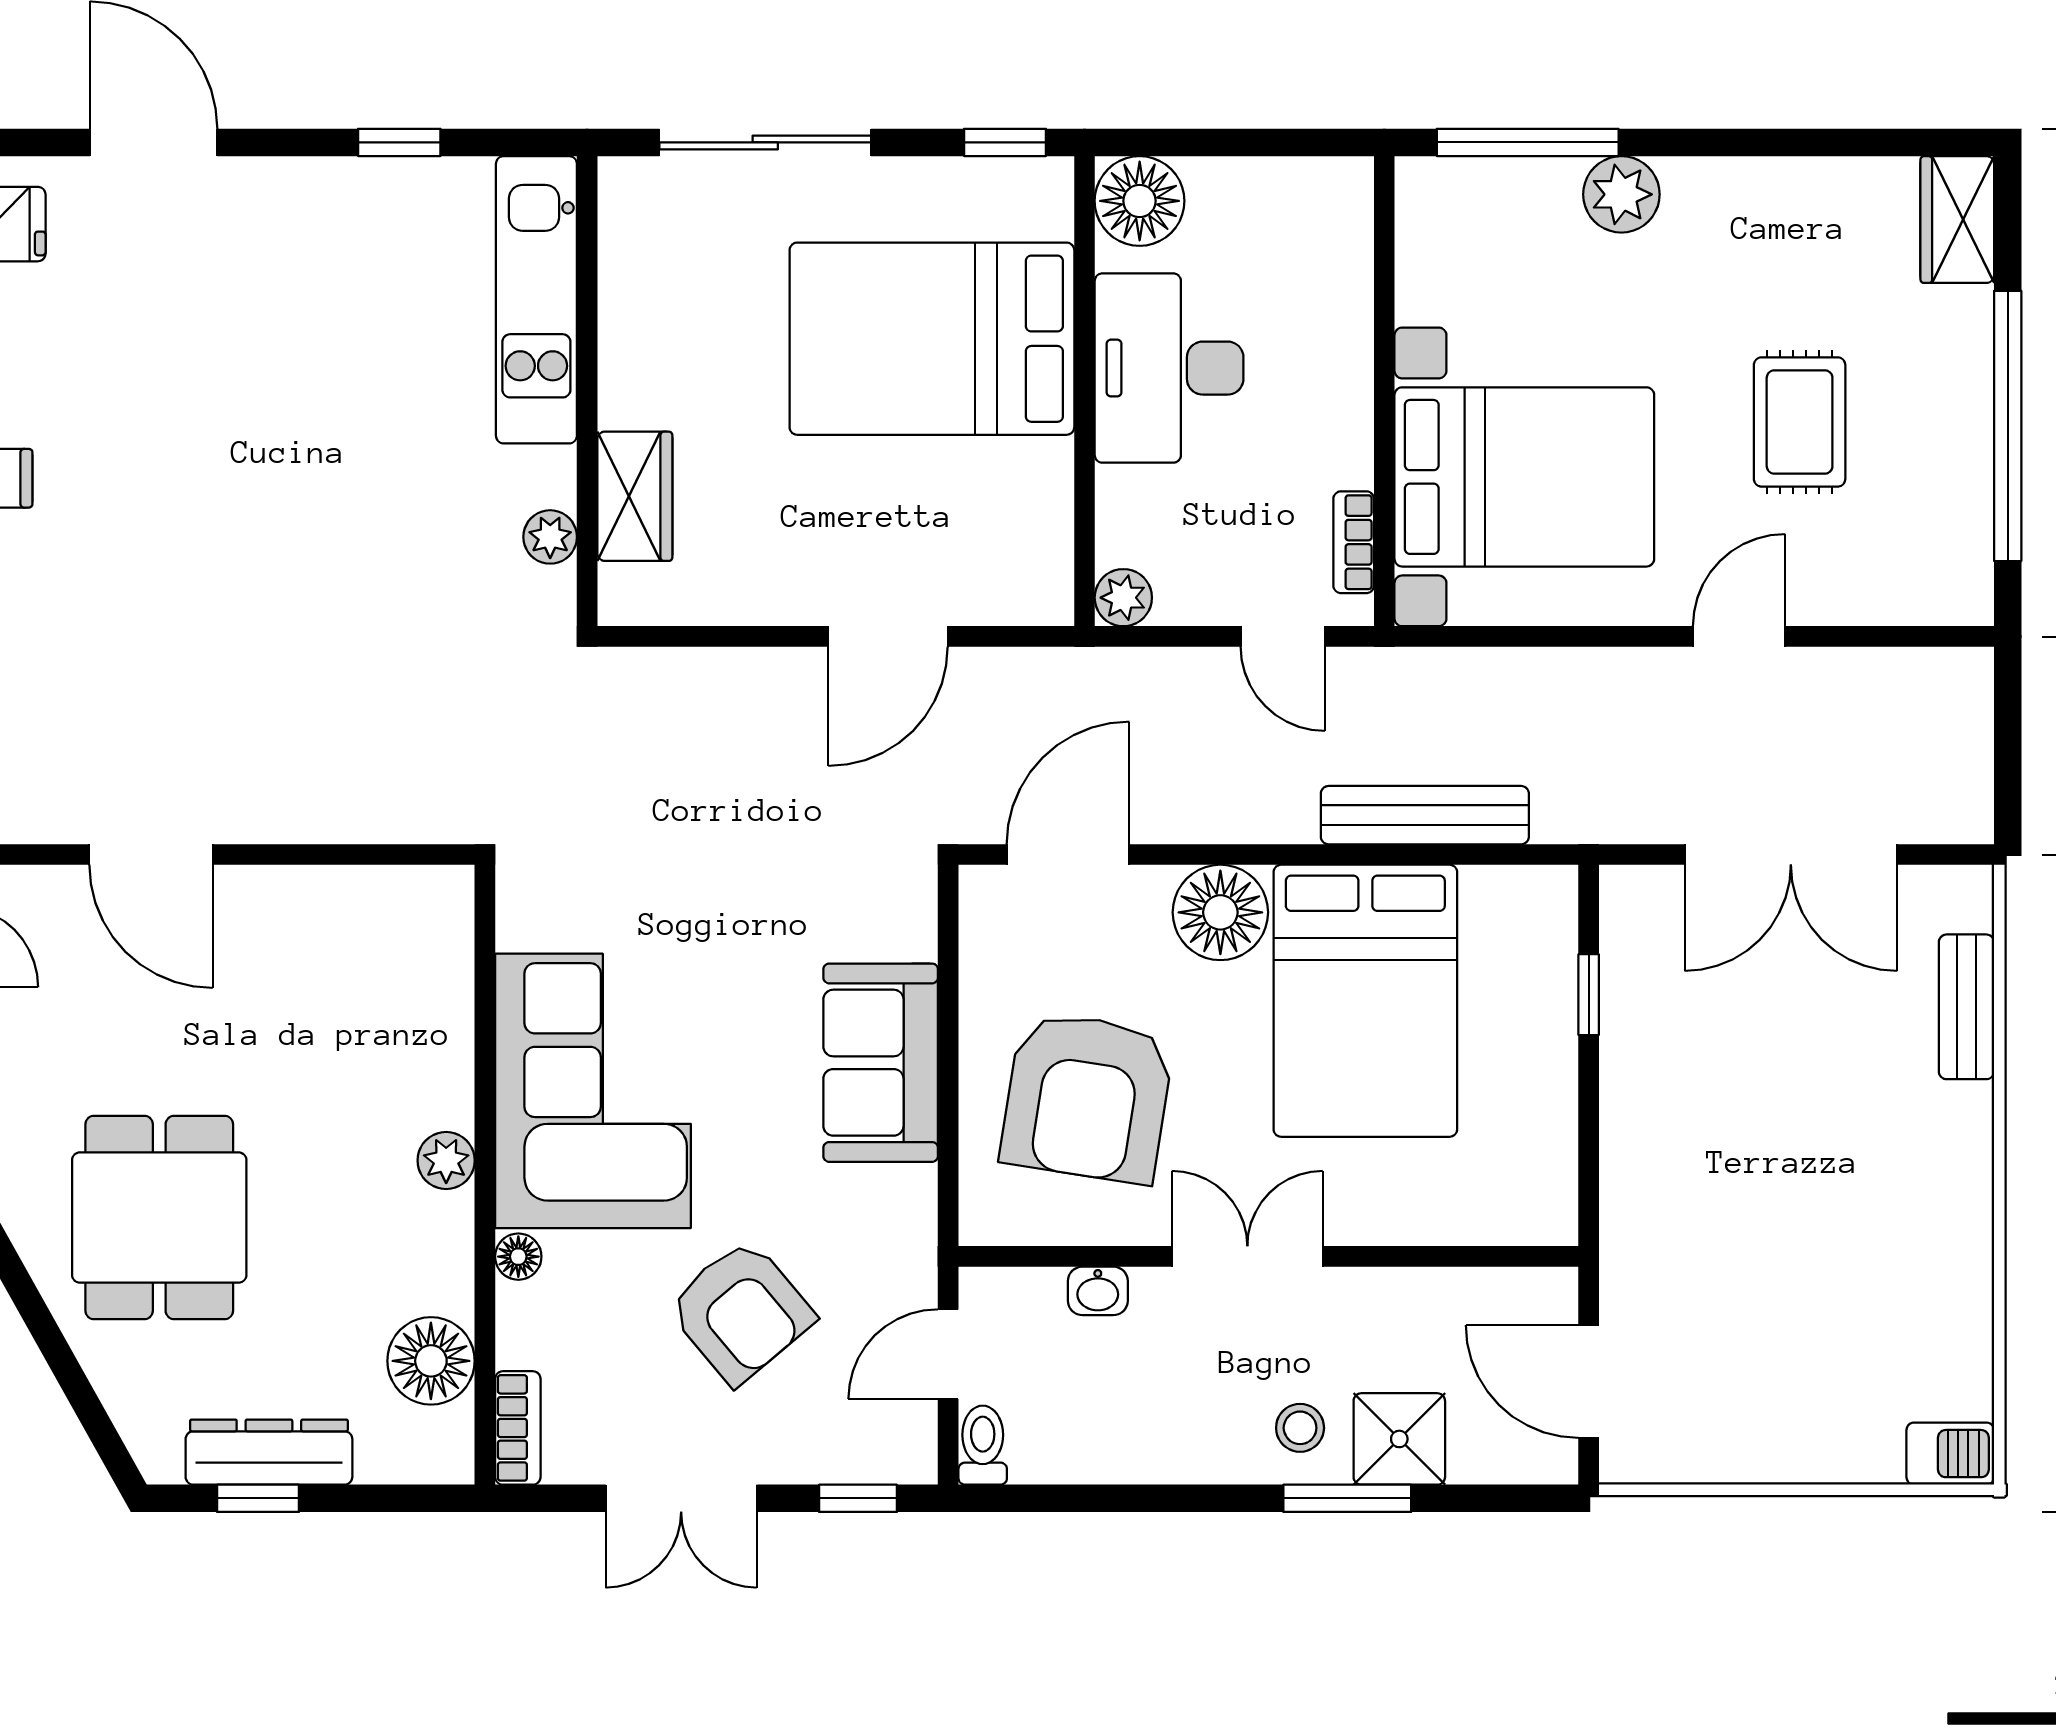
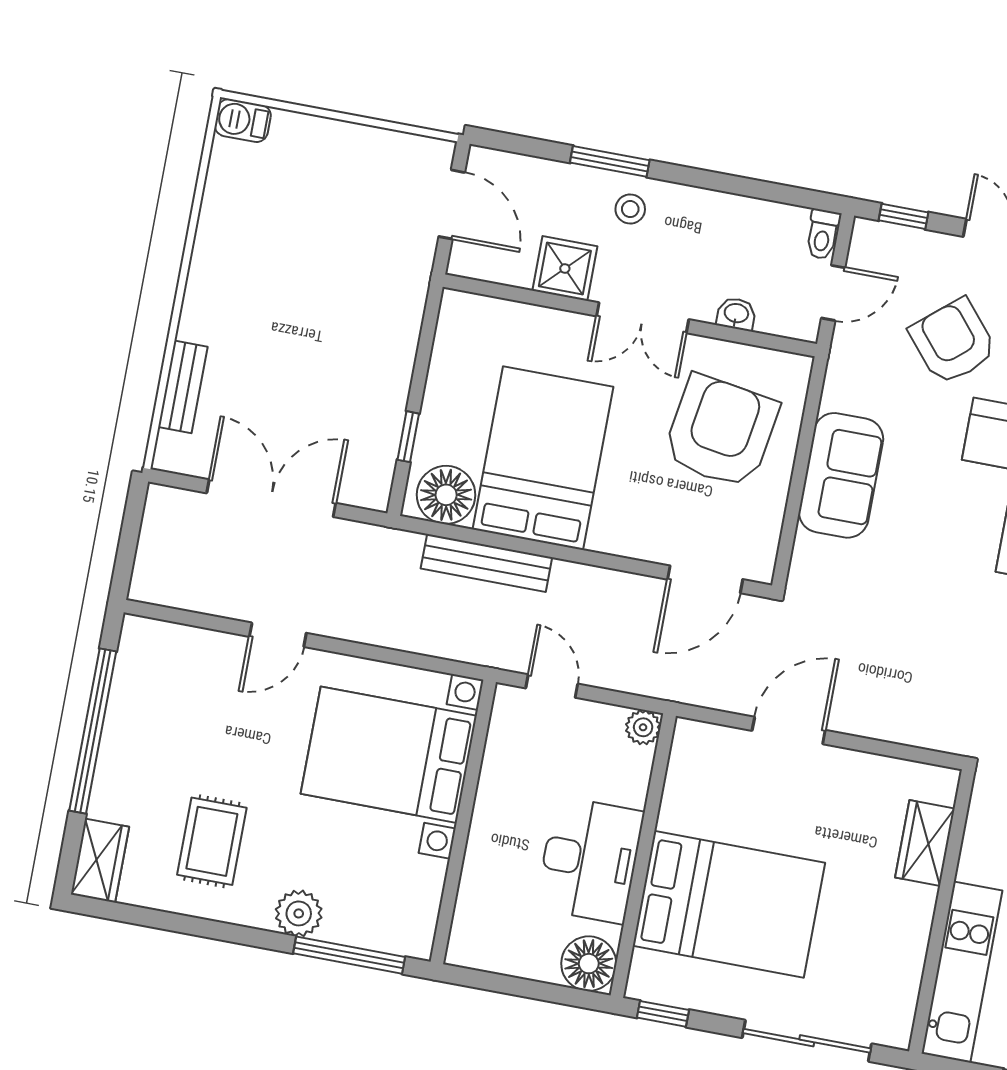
rug: (1800, 422) -> (212, 841), moved
plant: (550, 537) -> (980, 828), removed
bookcase: (1354, 542) -> (499, 735), removed
floor lamp: (1220, 912) -> (446, 495), moved
shower: (1399, 1439) -> (565, 269), moved

